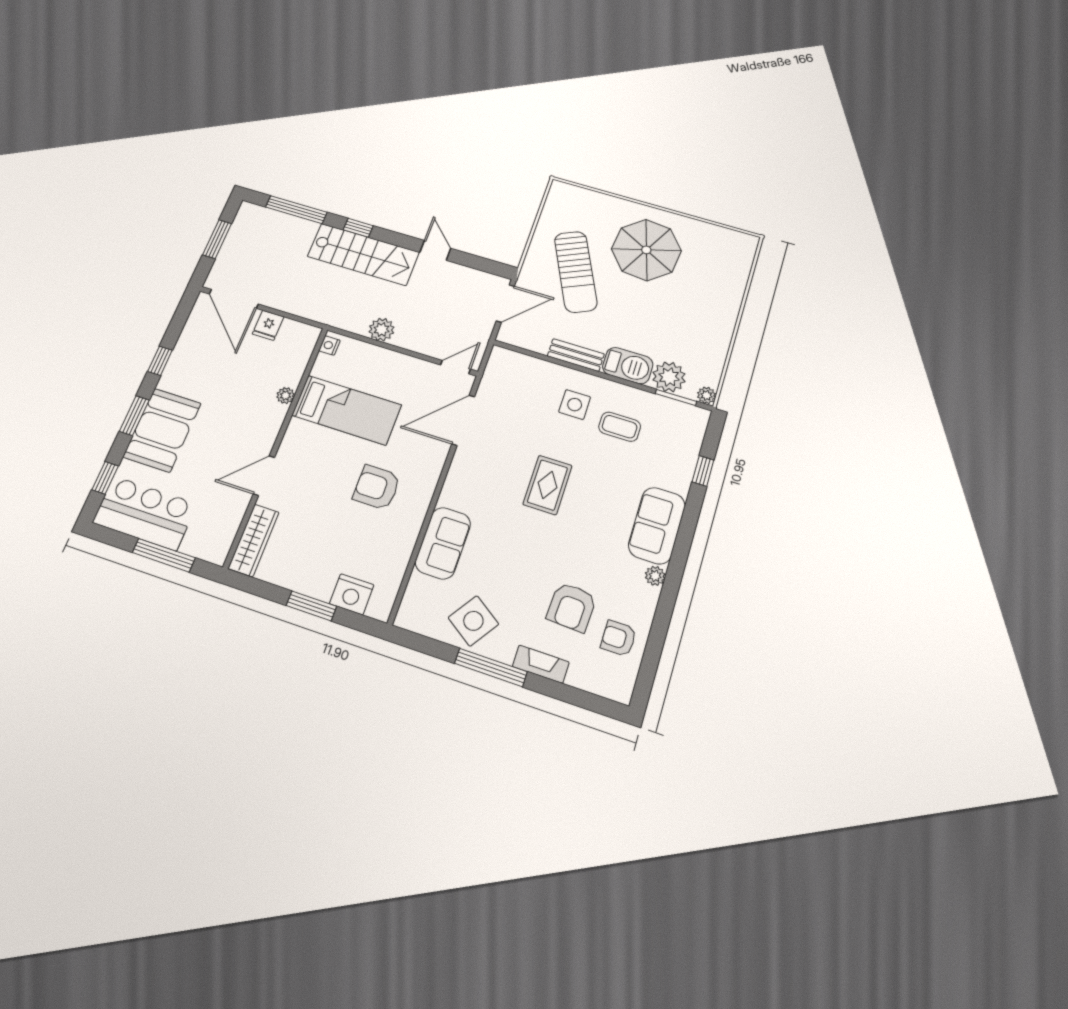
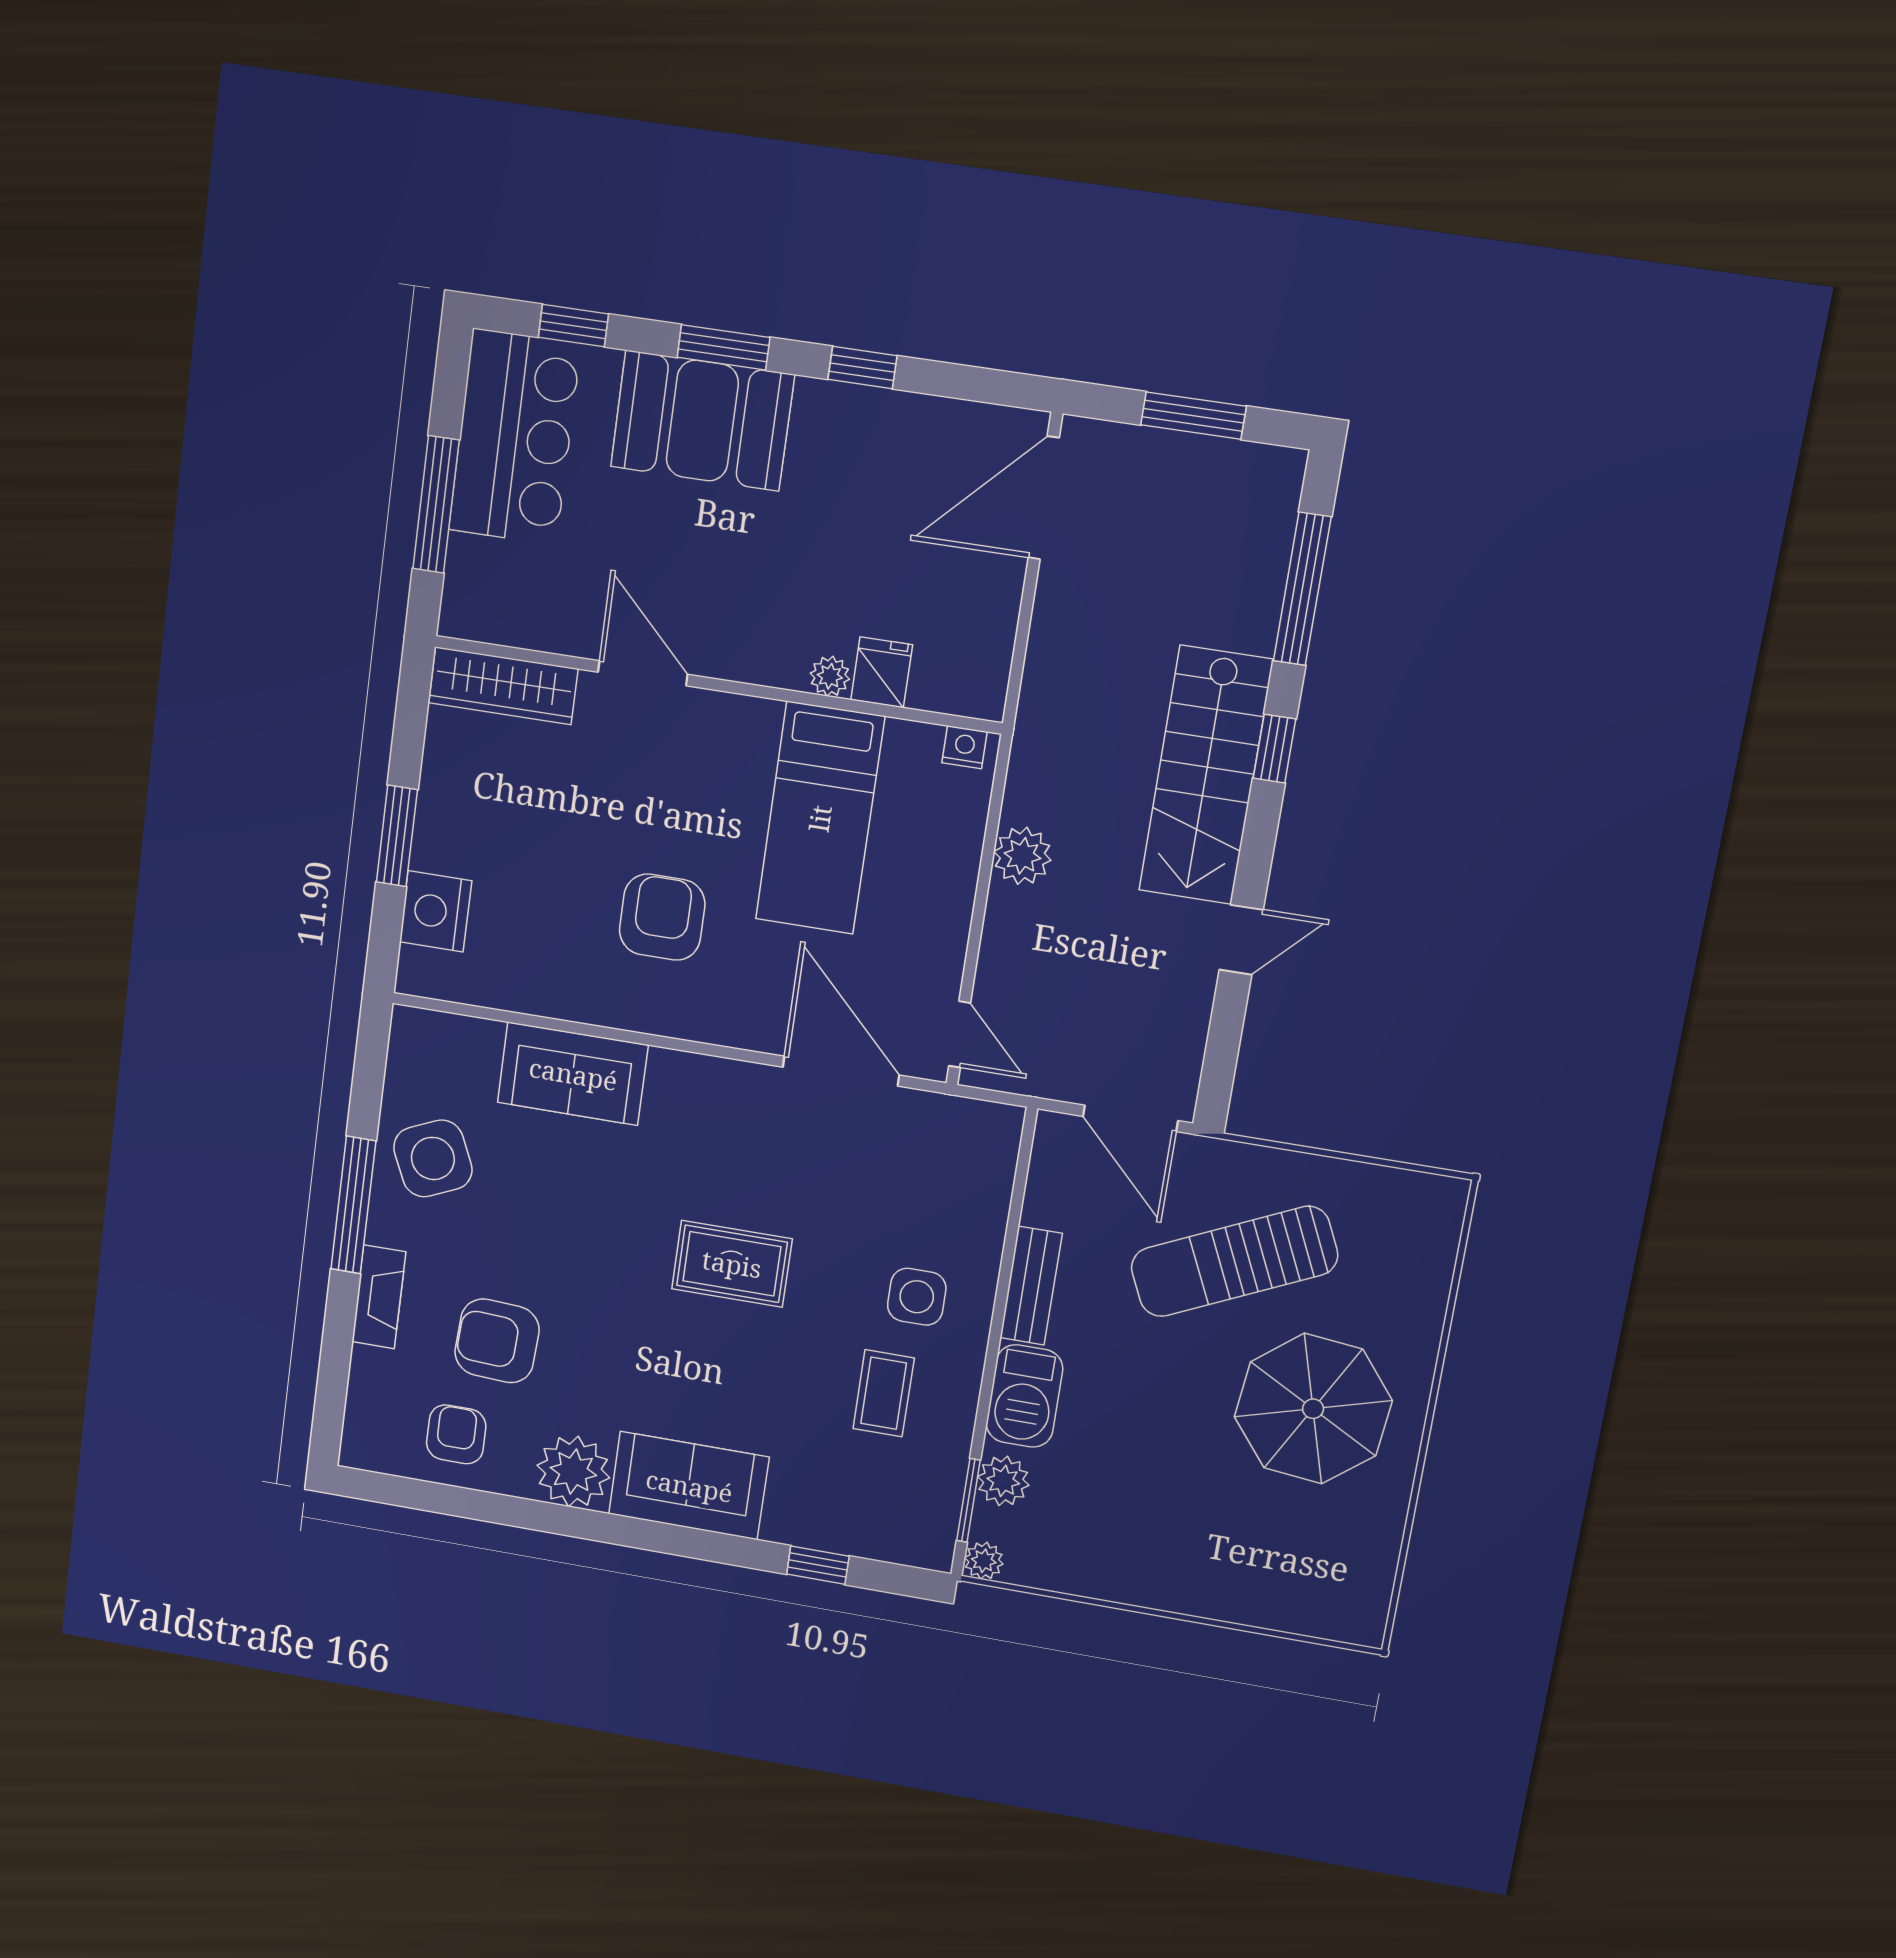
fridge: (268, 325) -> (882, 672), moved, turned 90
plant: (669, 377) -> (1003, 1481), width x0.73, depth x0.73
plant: (655, 576) -> (573, 1471), width x1.87, depth x1.87
side table: (473, 621) -> (433, 1158), turned 32

